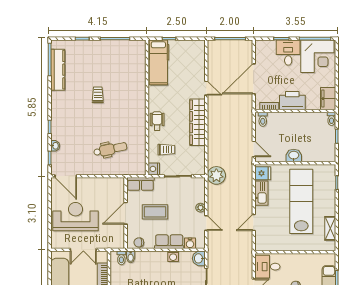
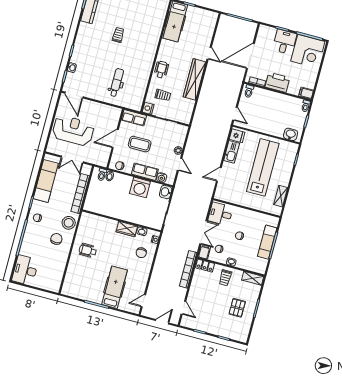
filing cabinet: (328, 99) -> (306, 93), width x0.50
dental chair: (110, 149) -> (117, 83), turned -78
washbasin: (294, 156) -> (291, 134), moved
plant: (216, 175) -> (198, 127), removed
washing machine: (173, 256) -> (140, 187), width x1.89, depth x1.89

